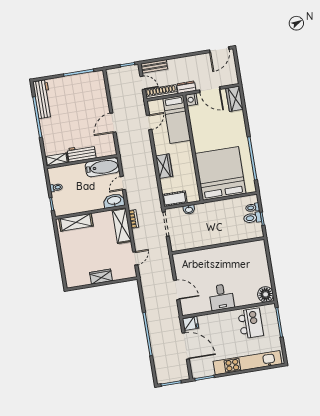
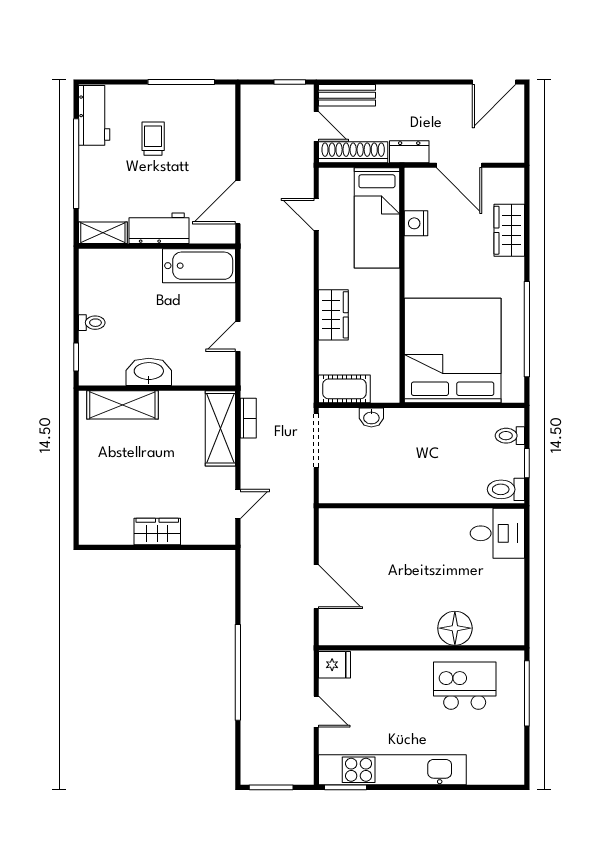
workbench: (43, 99) -> (94, 115), width x0.73
wardrobe: (234, 99) -> (509, 230), moved
trolley: (70, 100) -> (153, 139), added
nightstand: (192, 100) -> (416, 223), moved
door: (149, 122) -> (316, 215), swing flipped
workbench: (82, 153) -> (159, 228), moved
shelving: (57, 159) -> (103, 233), moved
wall: (82, 161) -> (157, 246), moved
bathtub: (102, 167) -> (199, 266), moved
washbasin: (114, 201) -> (149, 372), moved
toilet: (252, 218) -> (506, 489), moved
floor lamp: (266, 294) -> (455, 628), moved
desk: (221, 297) -> (497, 533), moved, turned -90
kitchen island: (251, 323) -> (465, 686), turned -90
door: (186, 346) -> (316, 712), width x0.53
kitchen unit: (248, 363) -> (392, 770), moved

